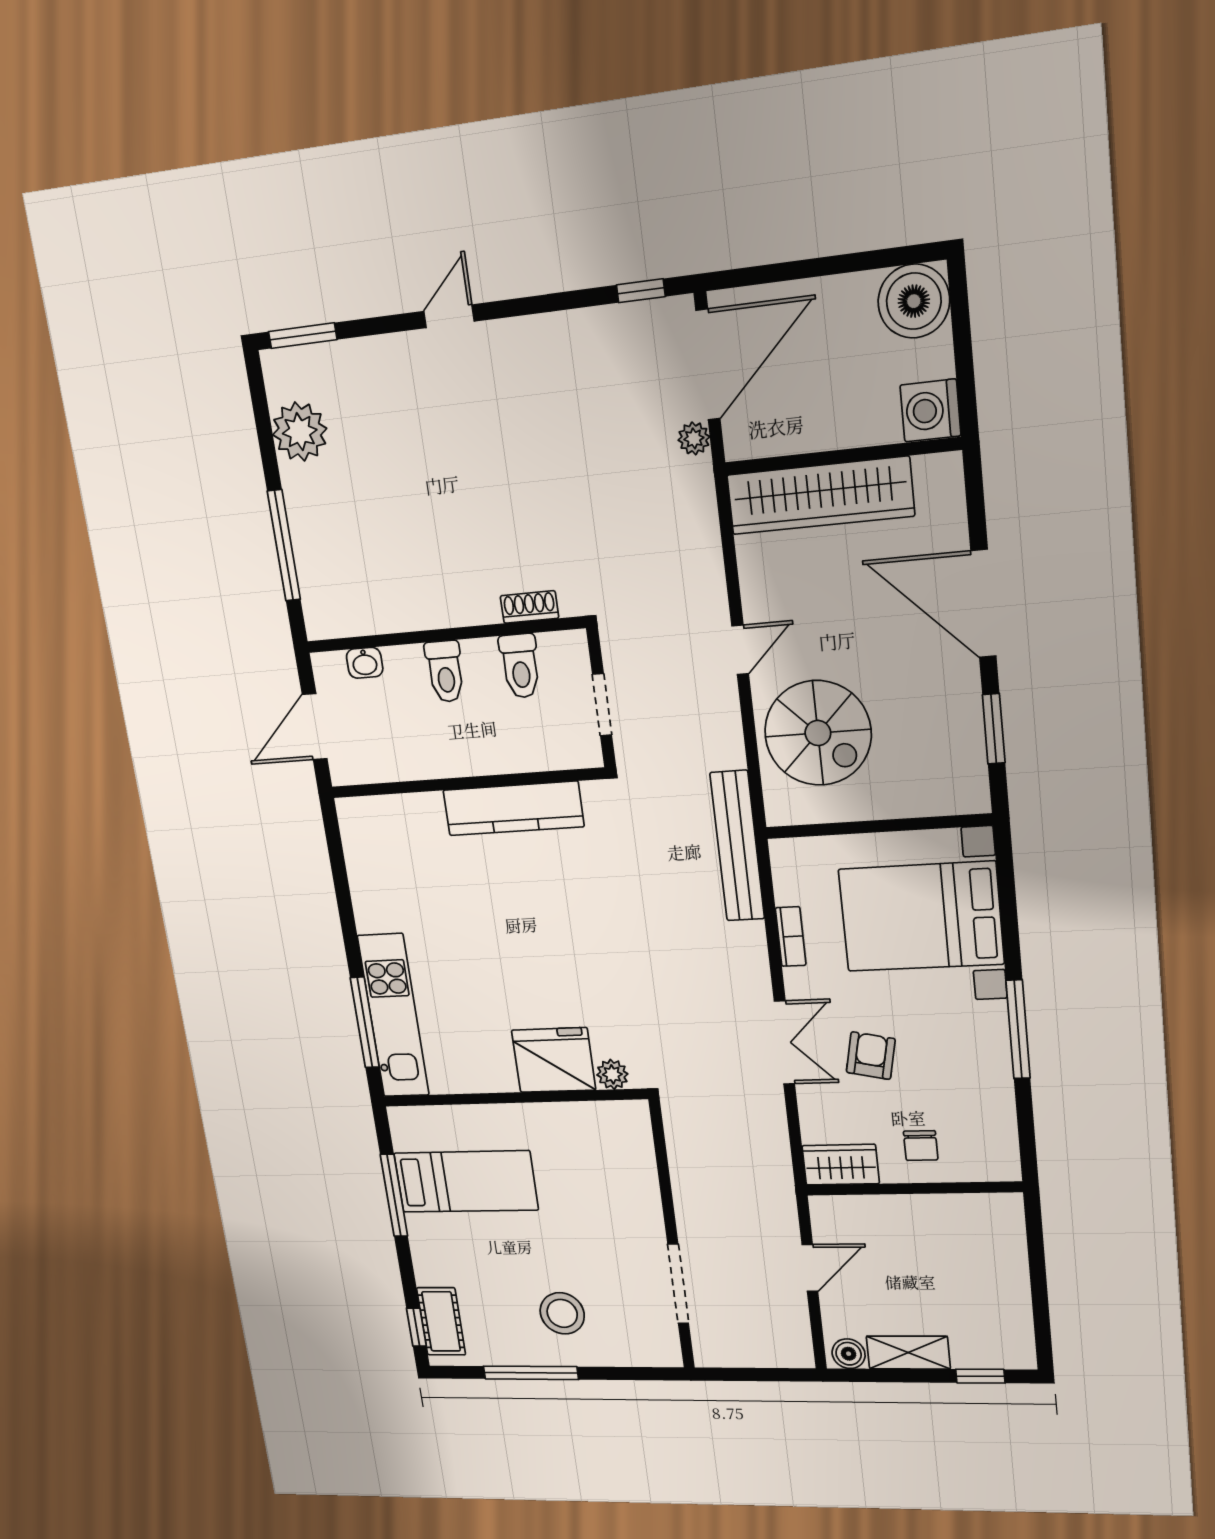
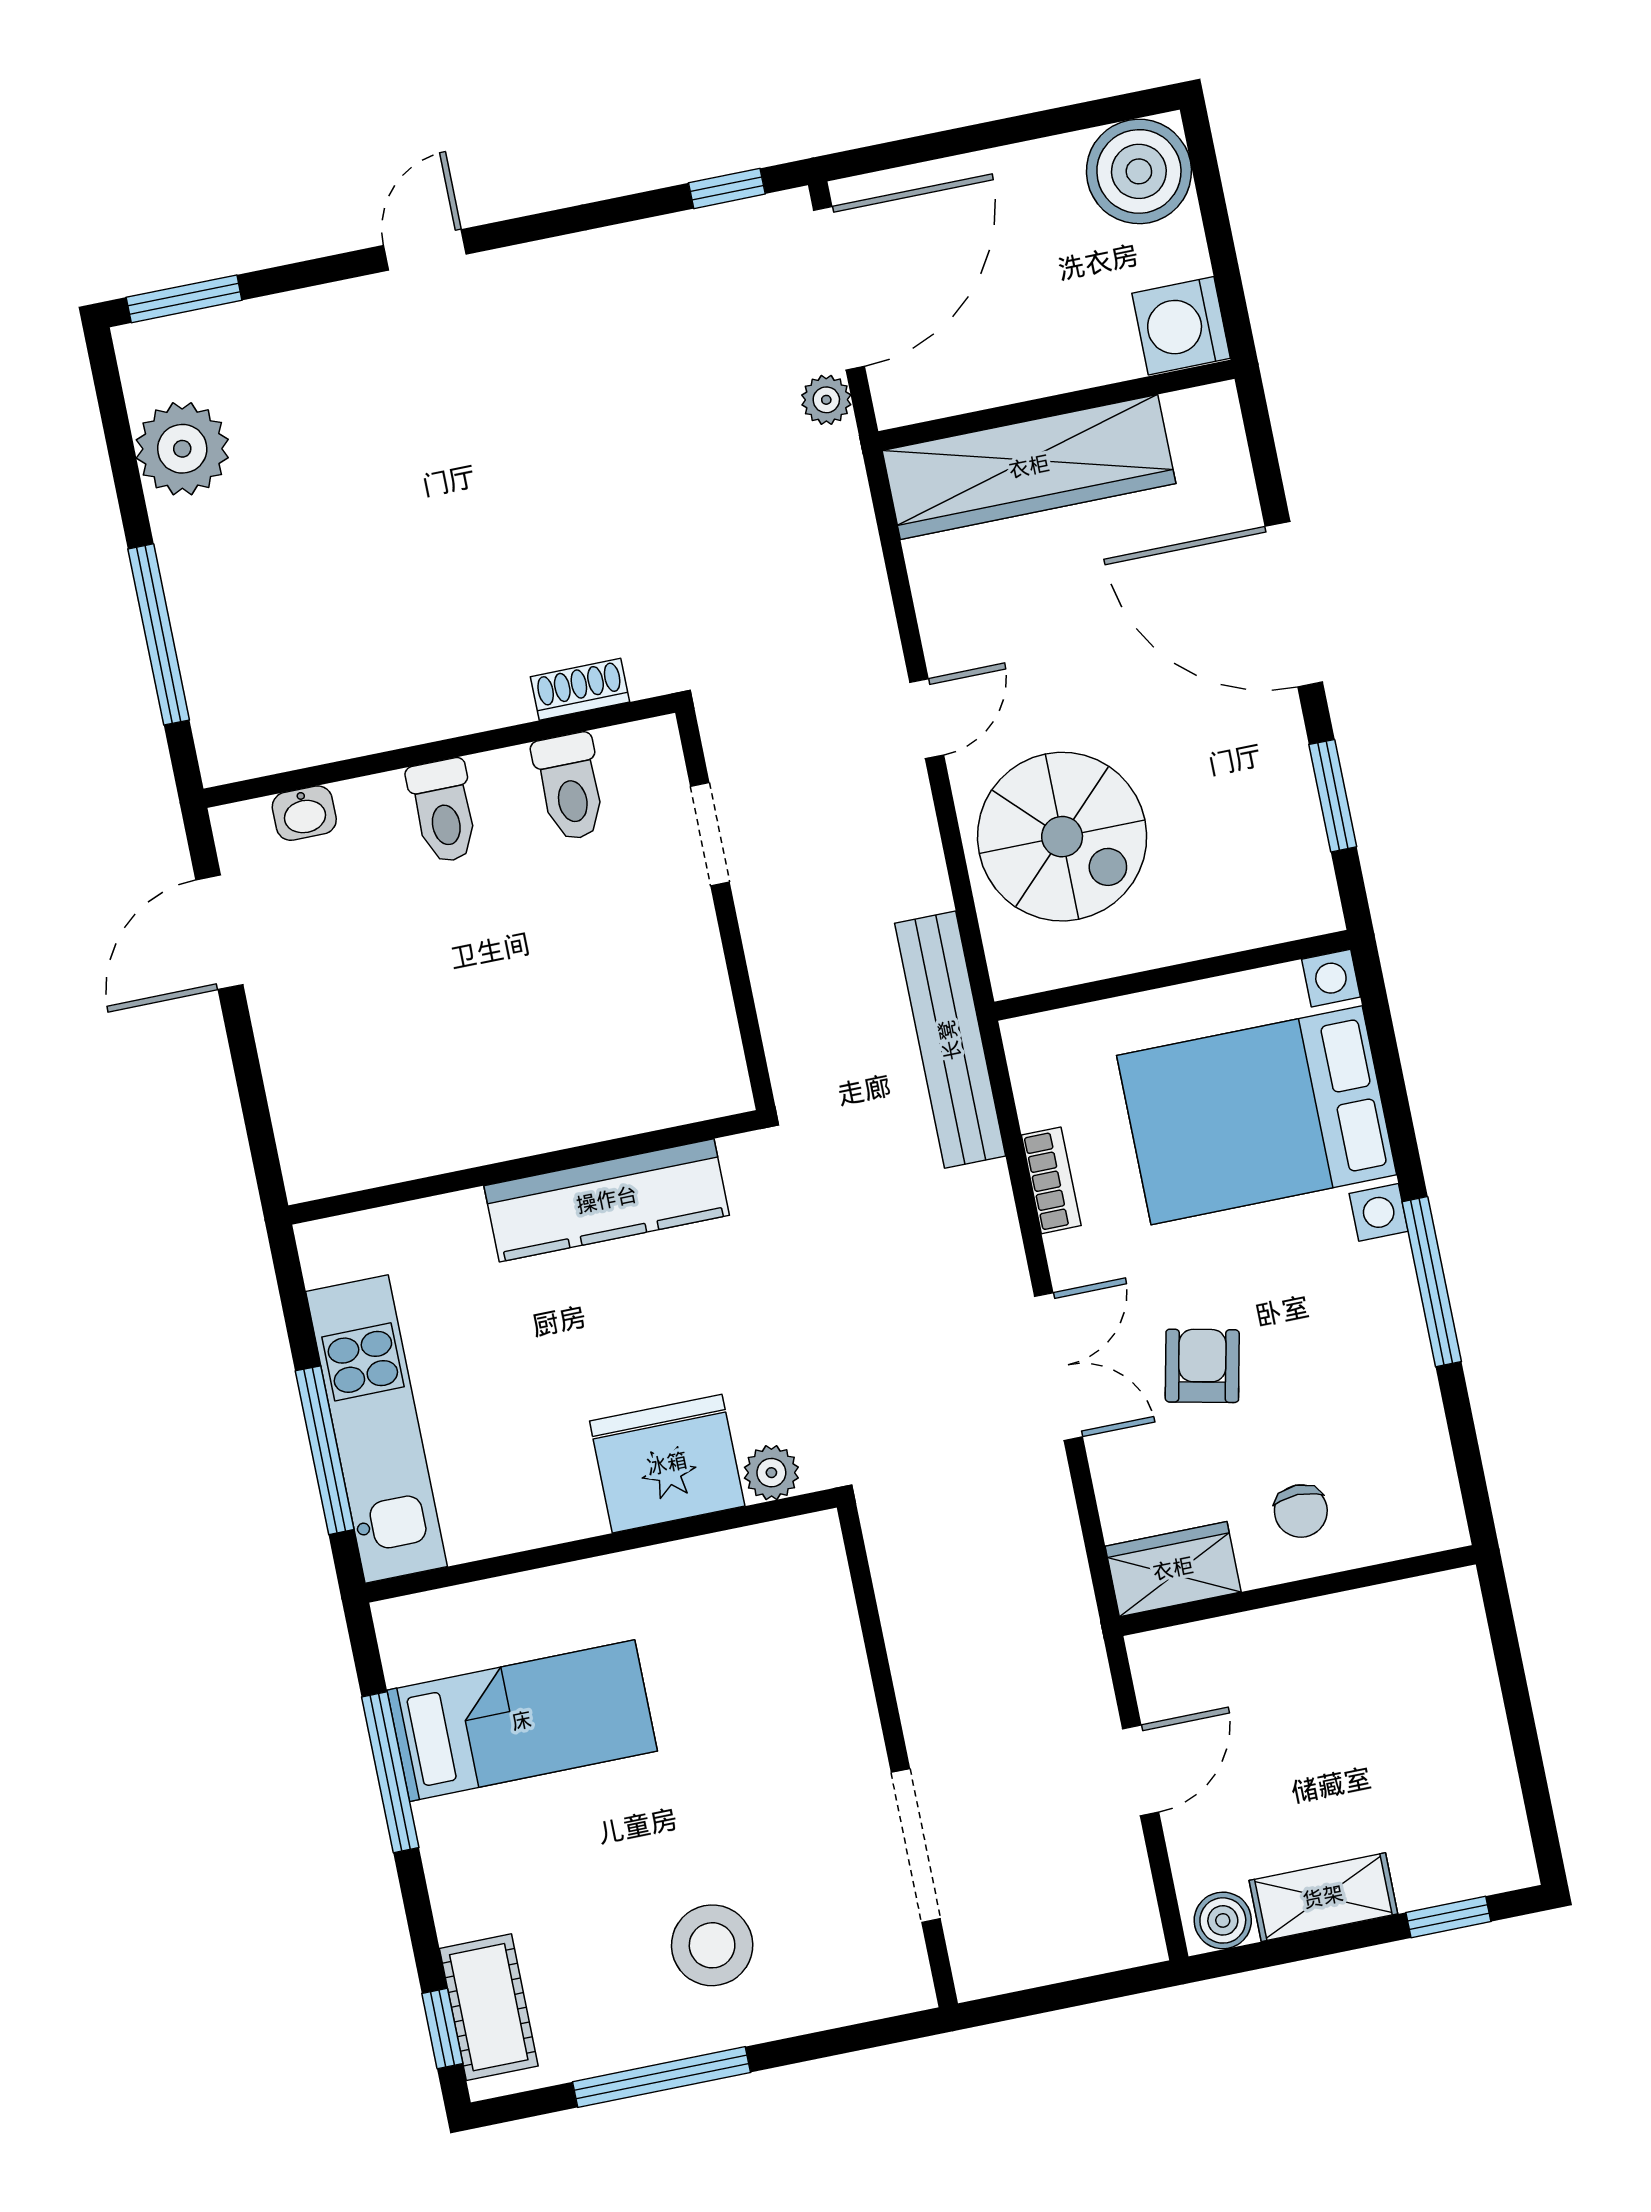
wall: (467, 783) -> (524, 1167), moved
kitchen counter: (513, 808) -> (607, 1200), moved

